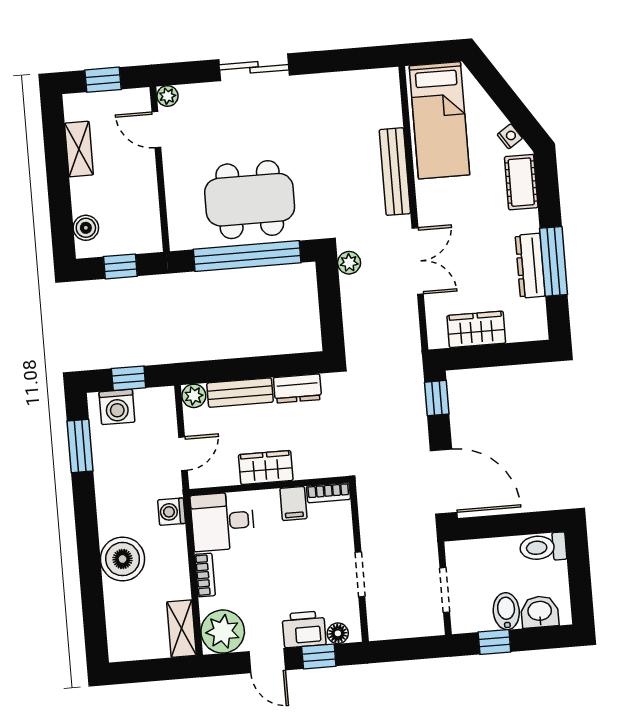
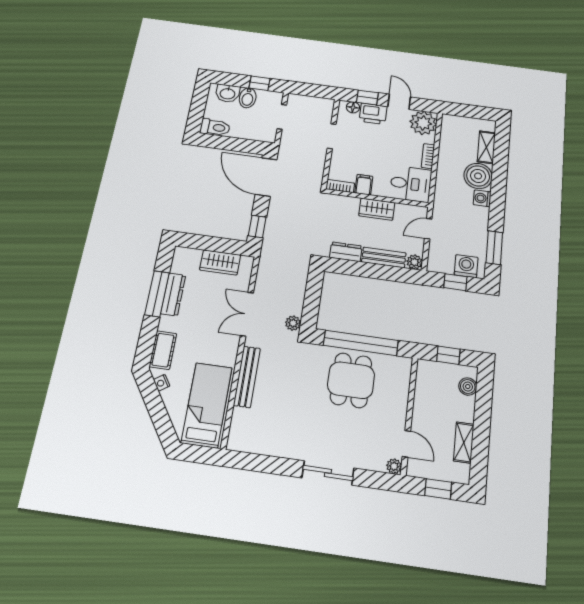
dining table: (250, 200) -> (351, 380), width x0.73
washing machine: (172, 512) -> (482, 198), moved, turned 180
shelving: (181, 629) -> (486, 147), moved

